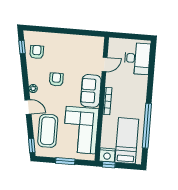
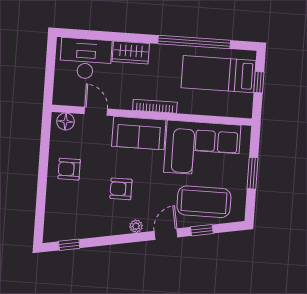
floor lamp: (98, 46) -> (66, 121), added
armchair: (37, 52) -> (69, 169), moved
wardrobe: (141, 86) -> (131, 52), added
window: (32, 146) -> (202, 230), moved
nightstand: (107, 155) -> (242, 106), removed
window: (109, 165) -> (259, 82), moved

